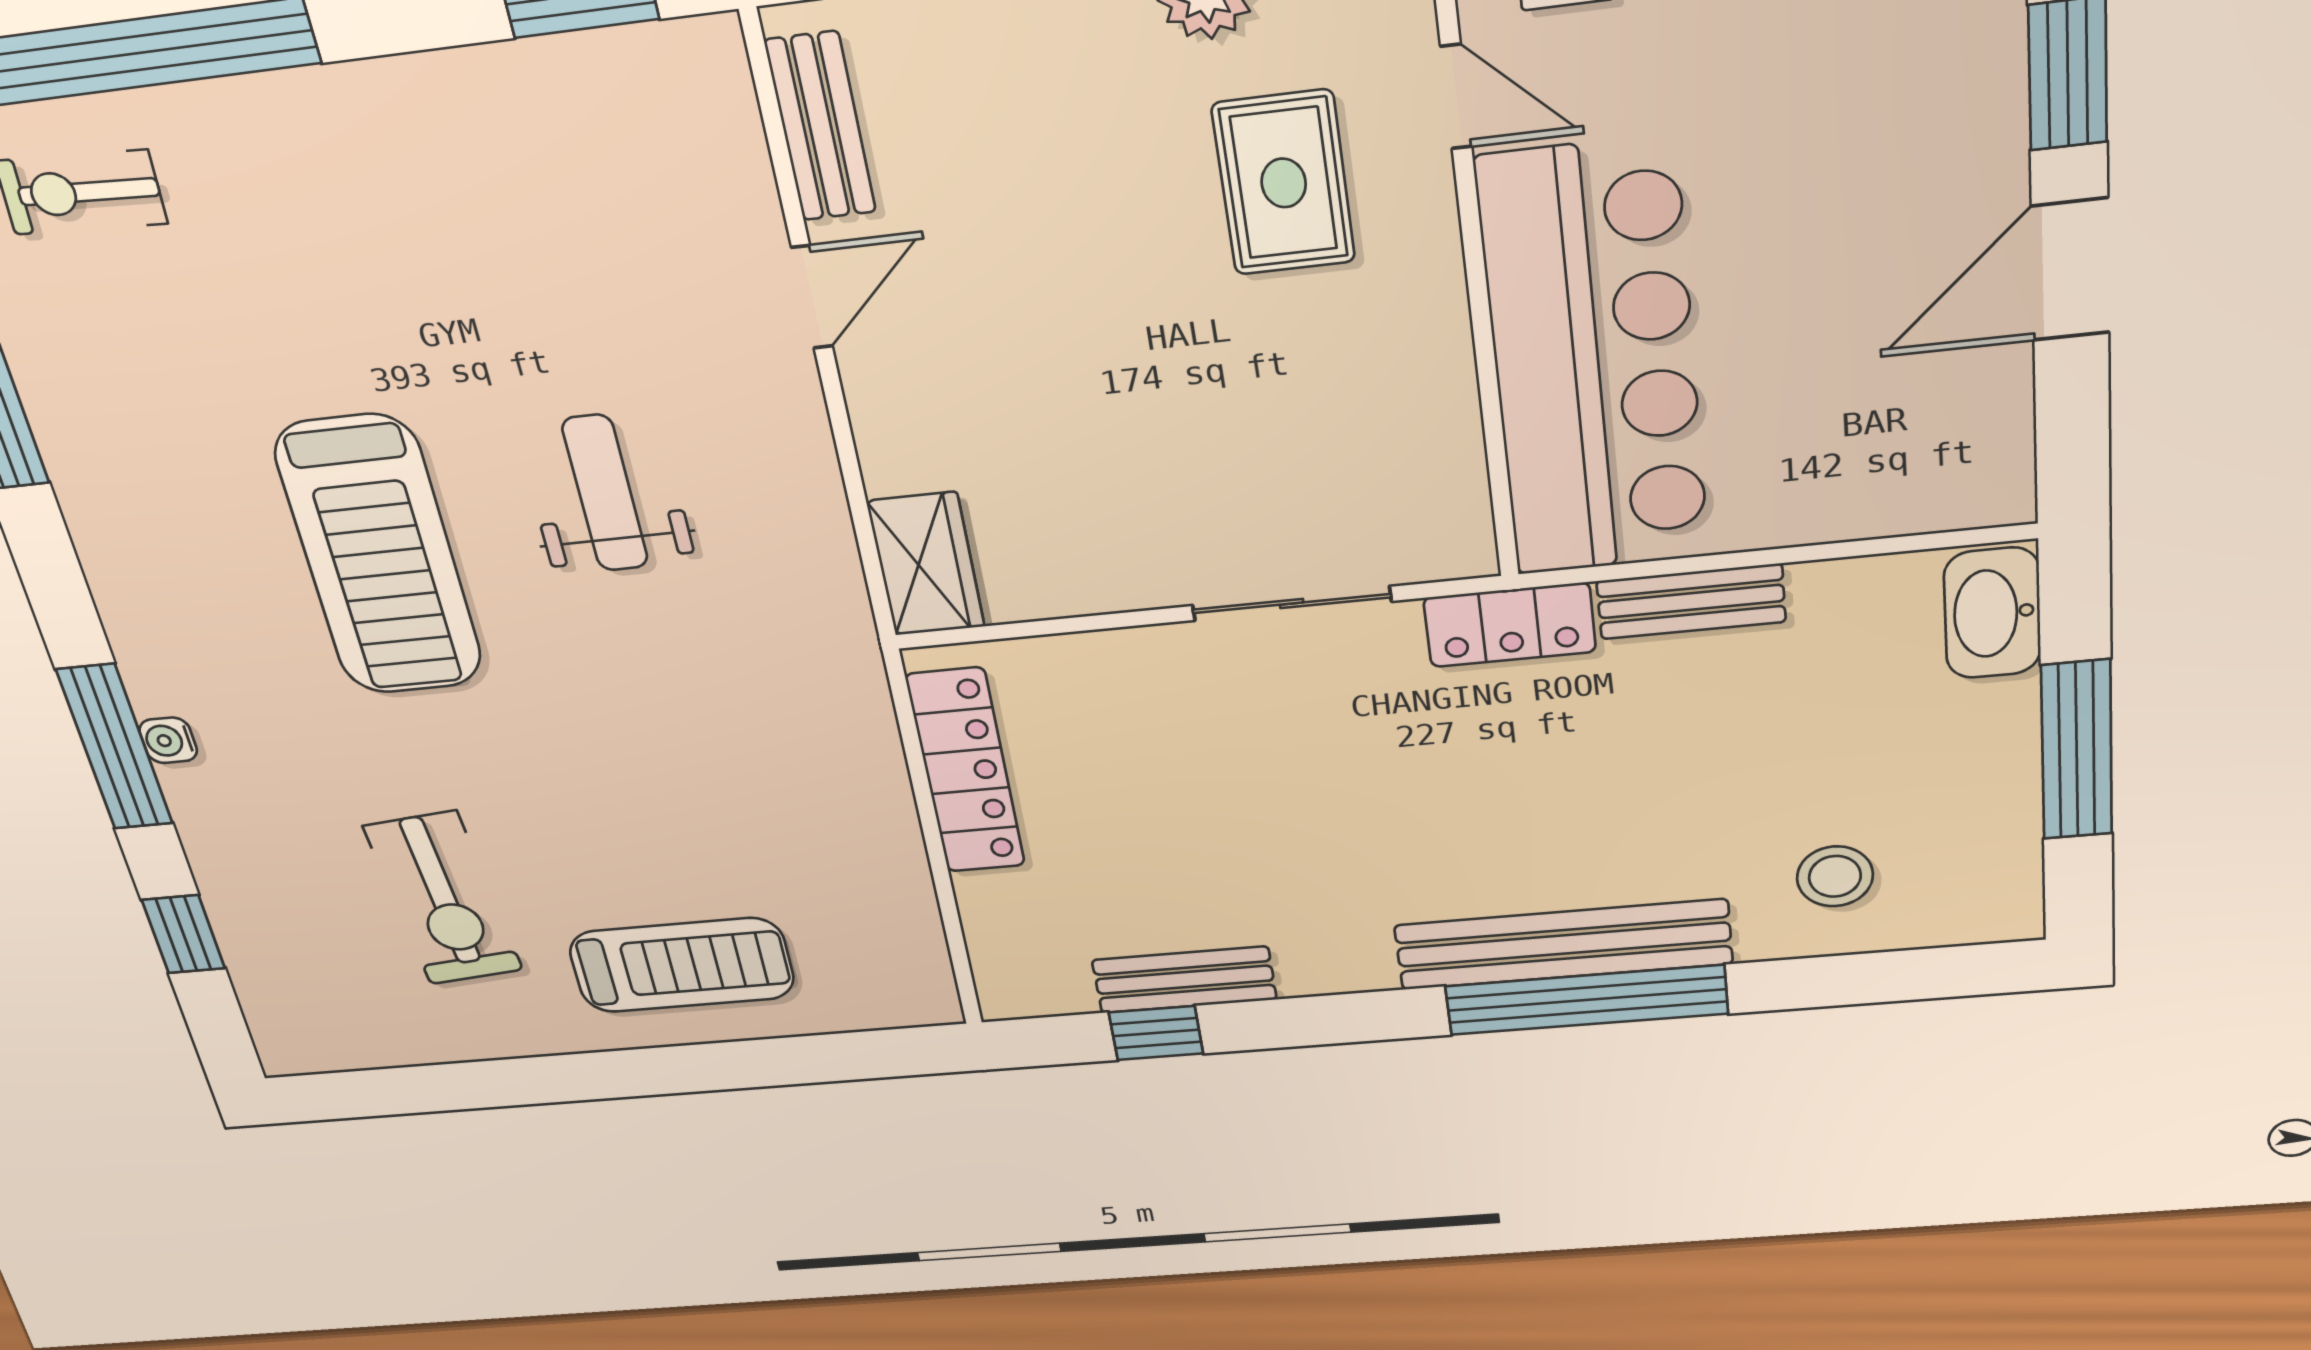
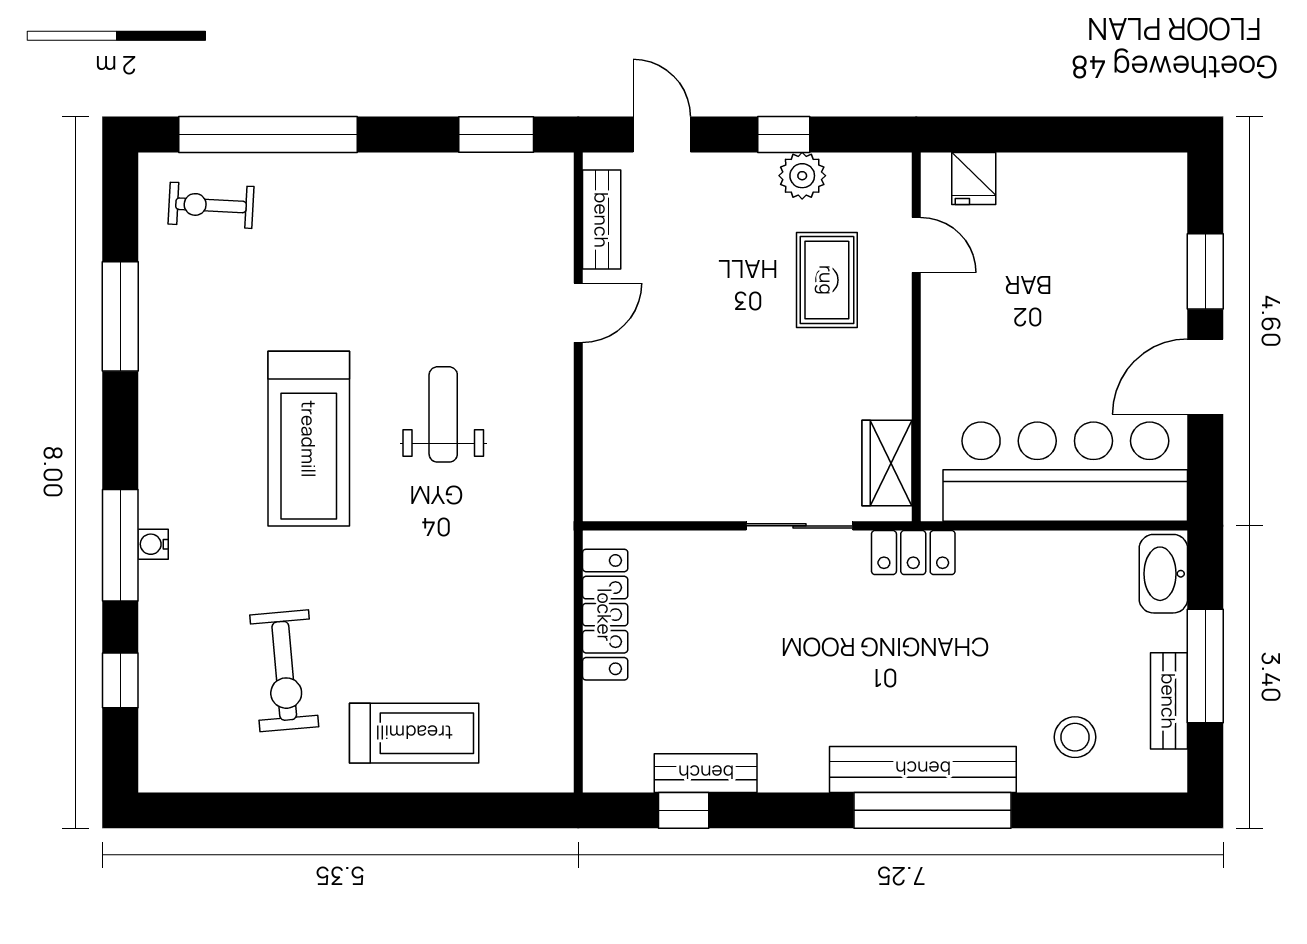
bar counter: (1594, 362) -> (1065, 472), moved, turned -90
wardrobe: (926, 564) -> (887, 463), moved, turned 180
bench: (1691, 601) -> (1169, 701), moved, turned 90

